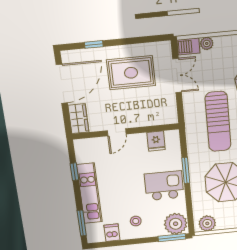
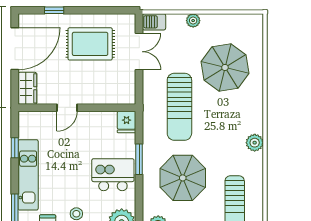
plant: (207, 43) -> (193, 21), moved
fridge: (156, 141) -> (127, 122), moved

